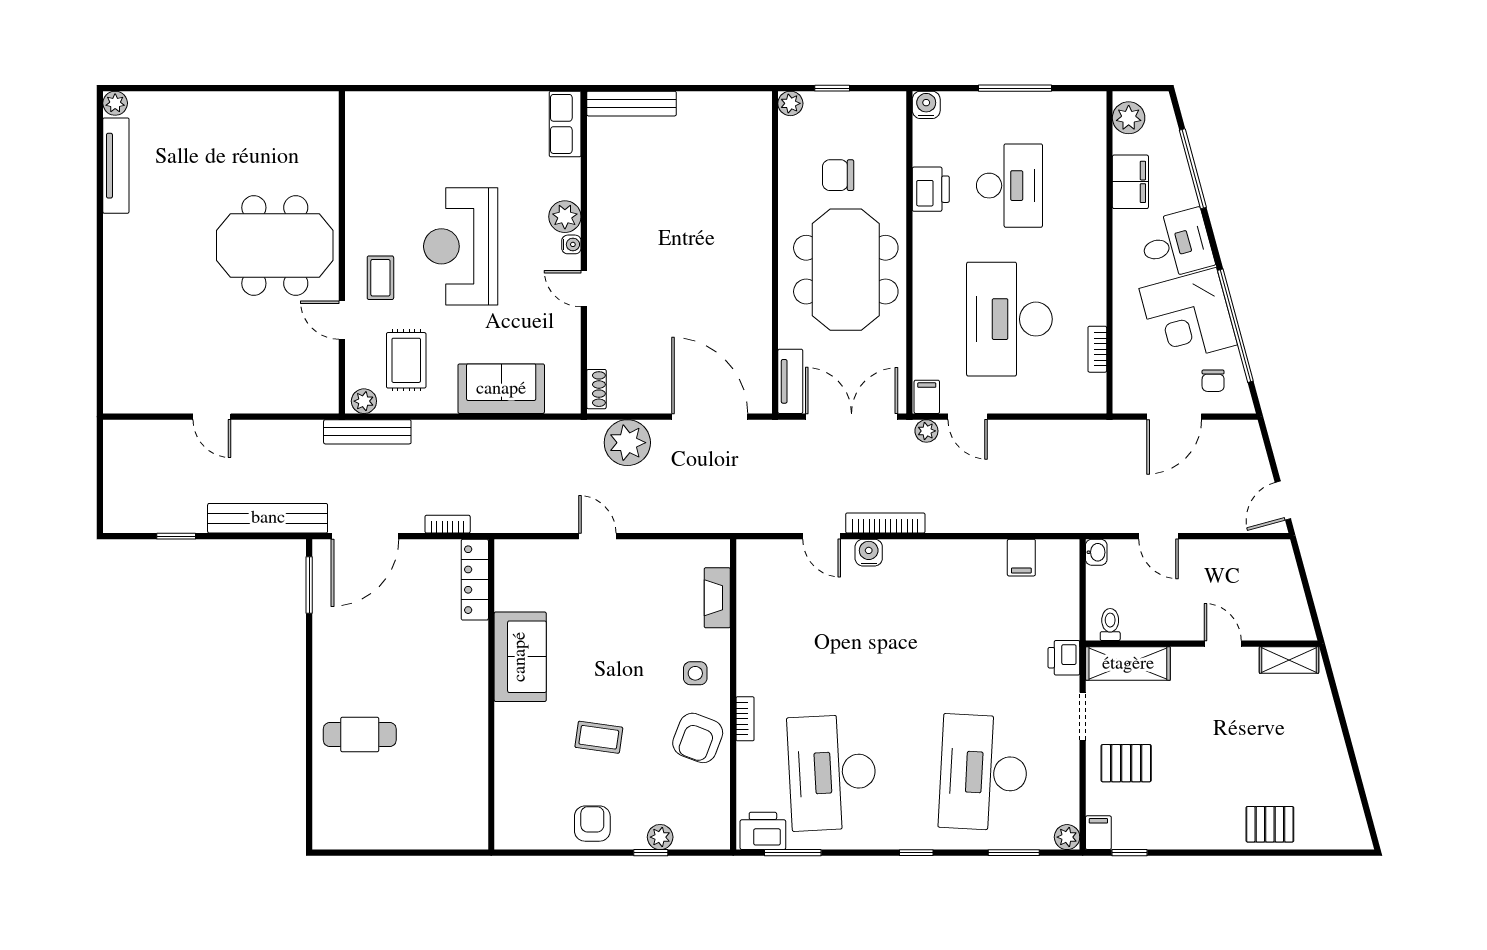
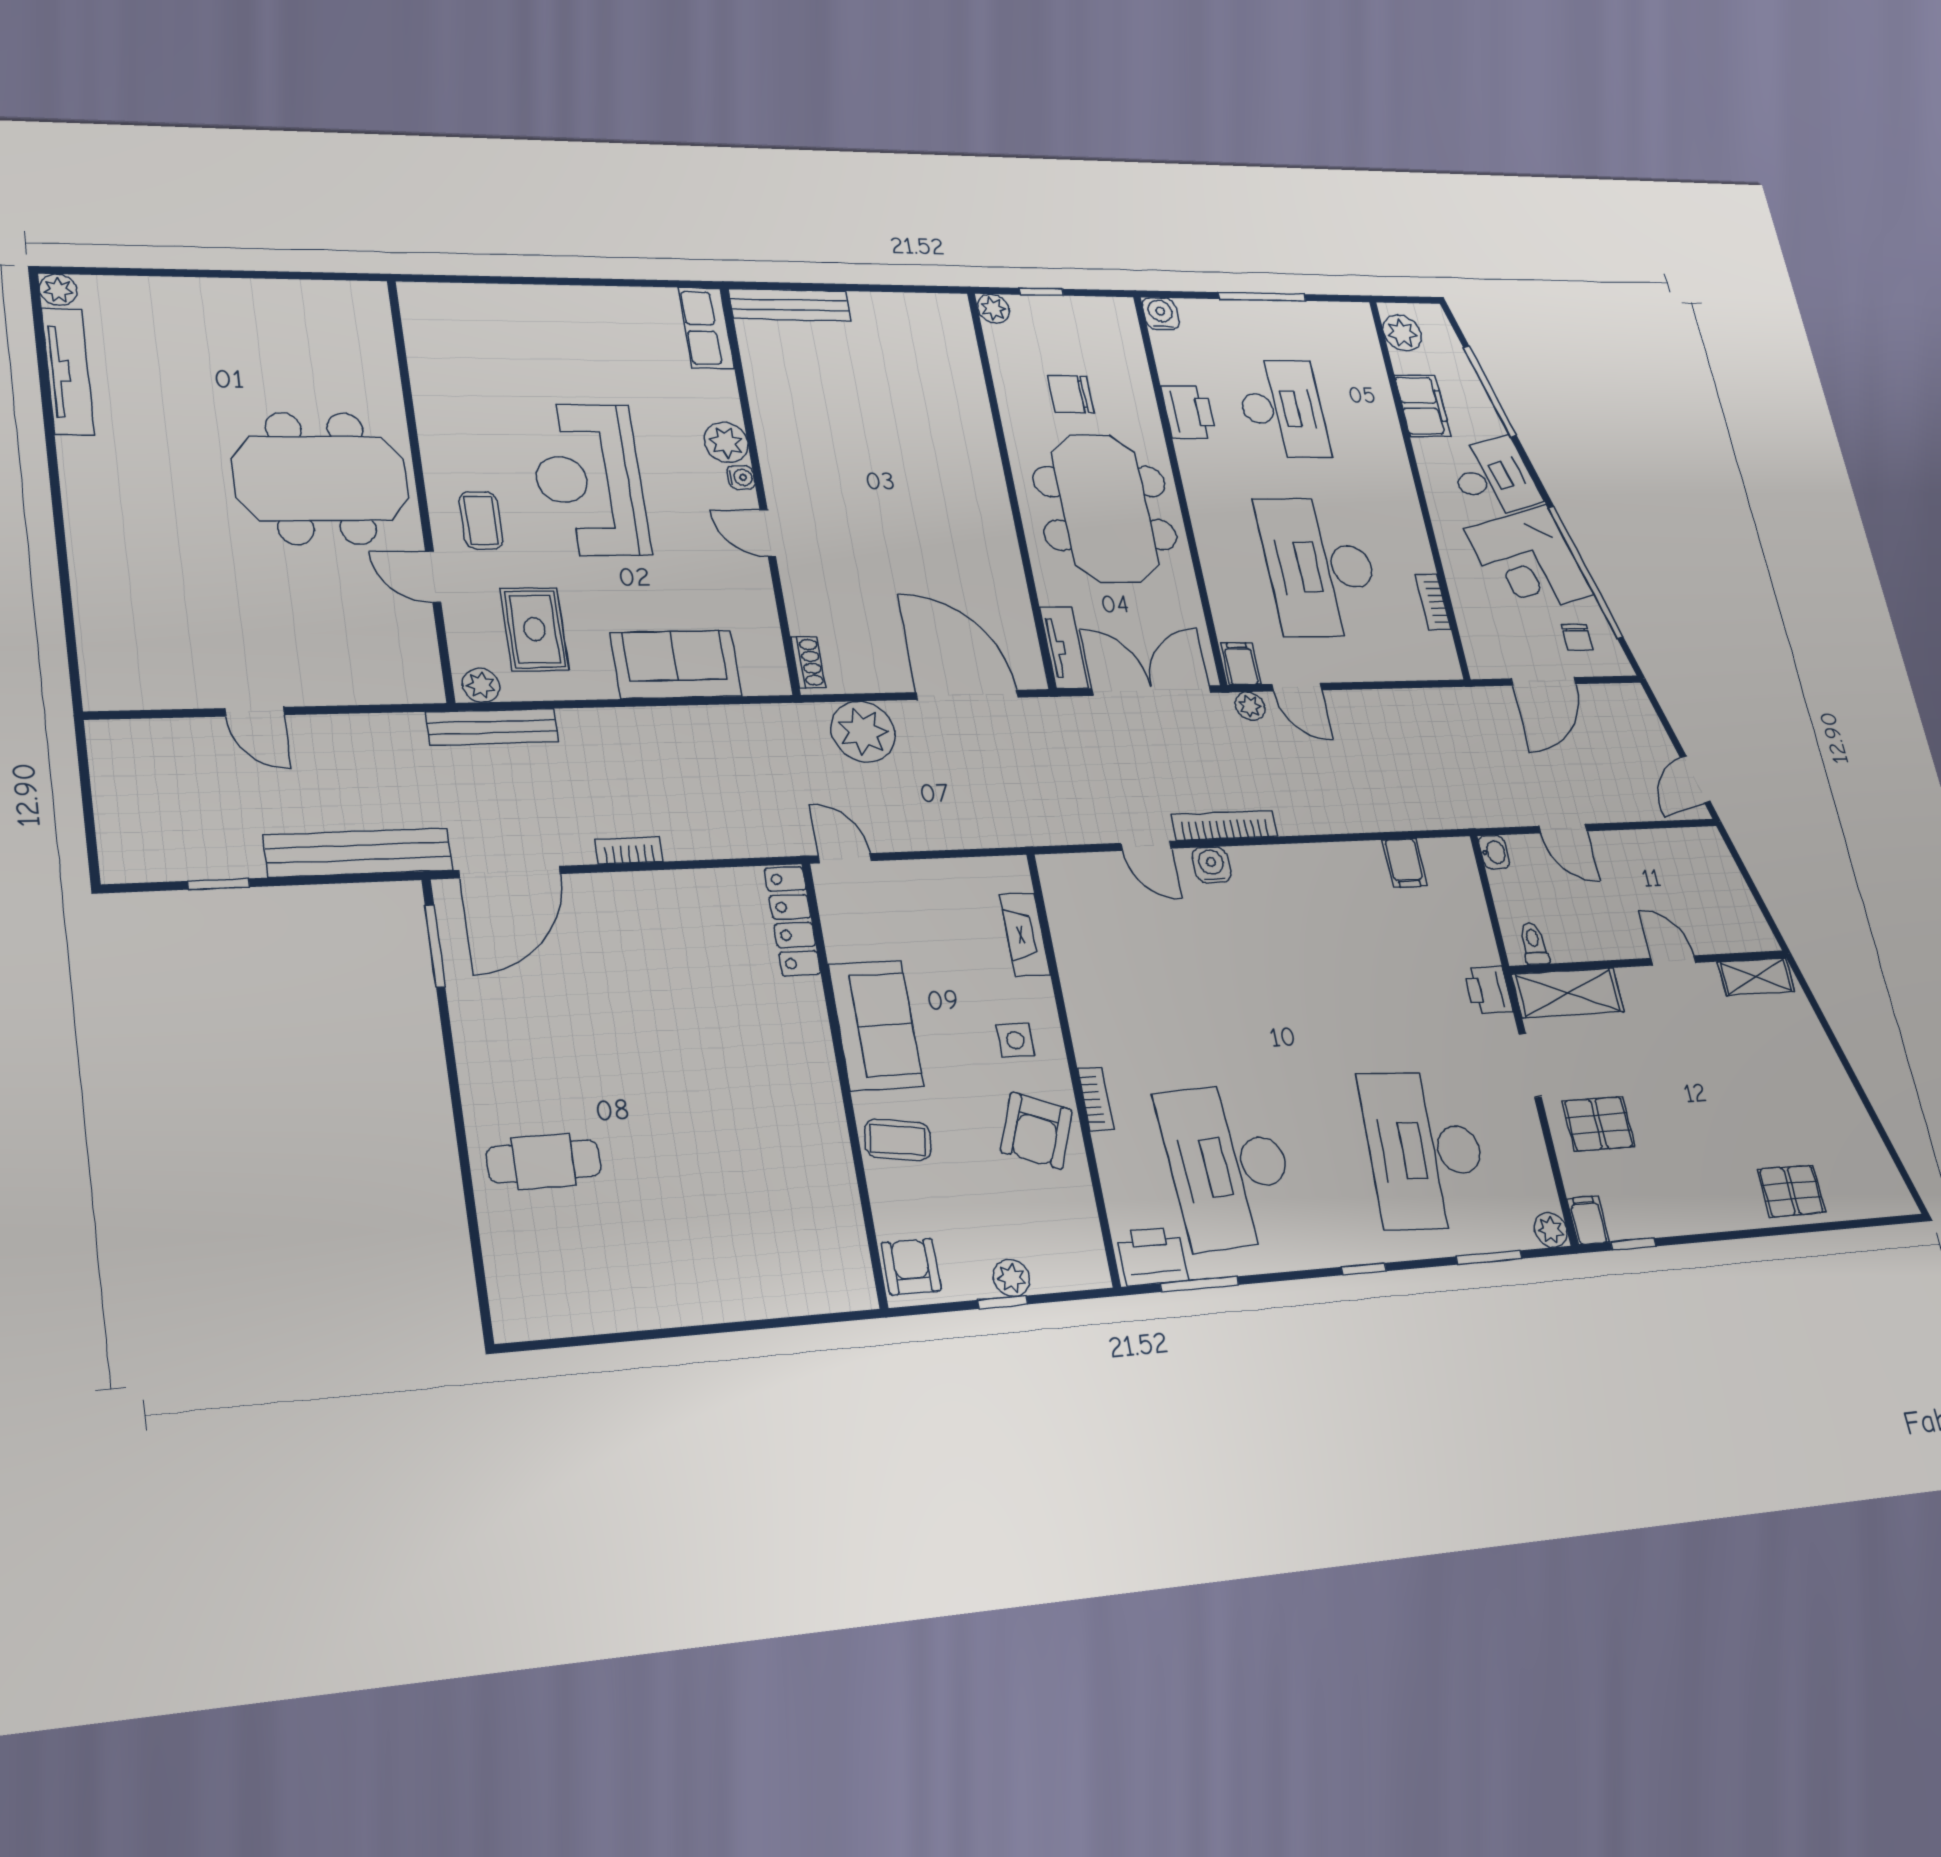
locker: (475, 580) -> (792, 921), moved
sofa: (520, 657) -> (876, 1025), moved
wall: (491, 694) -> (844, 1081), moved

